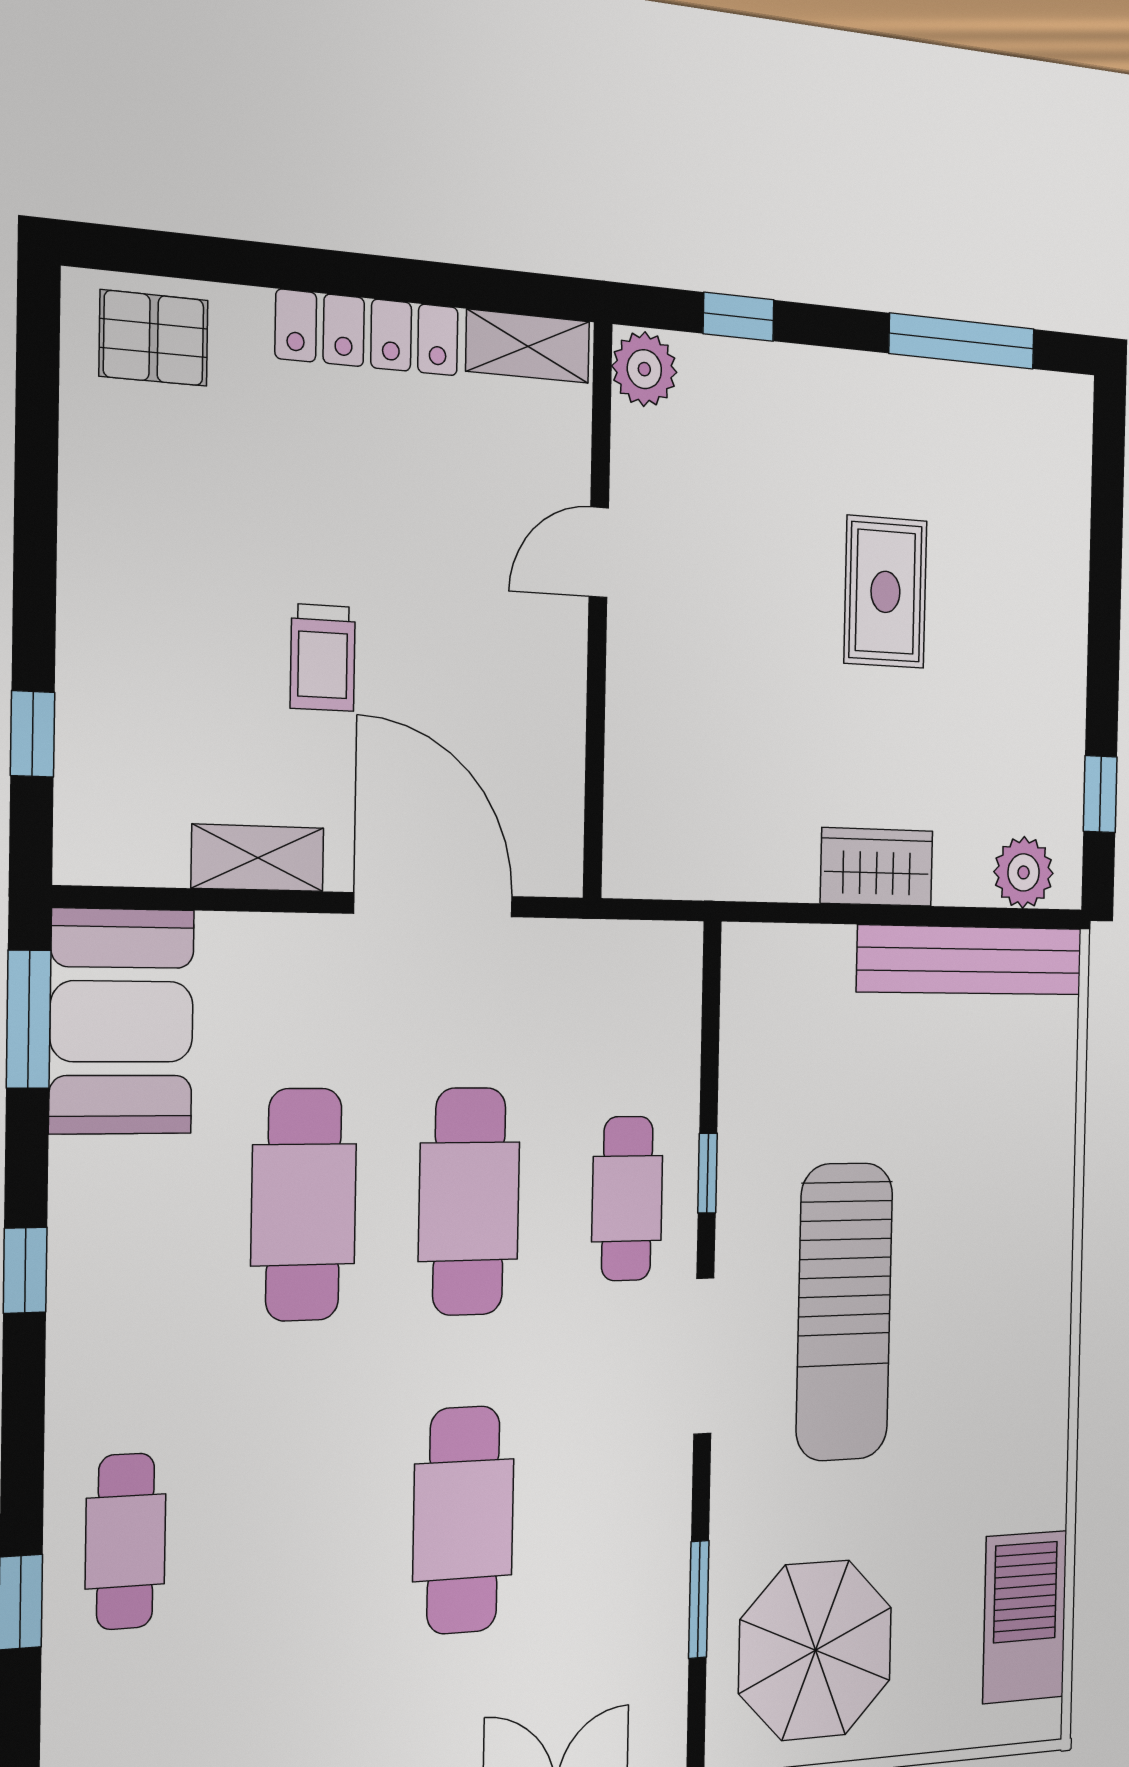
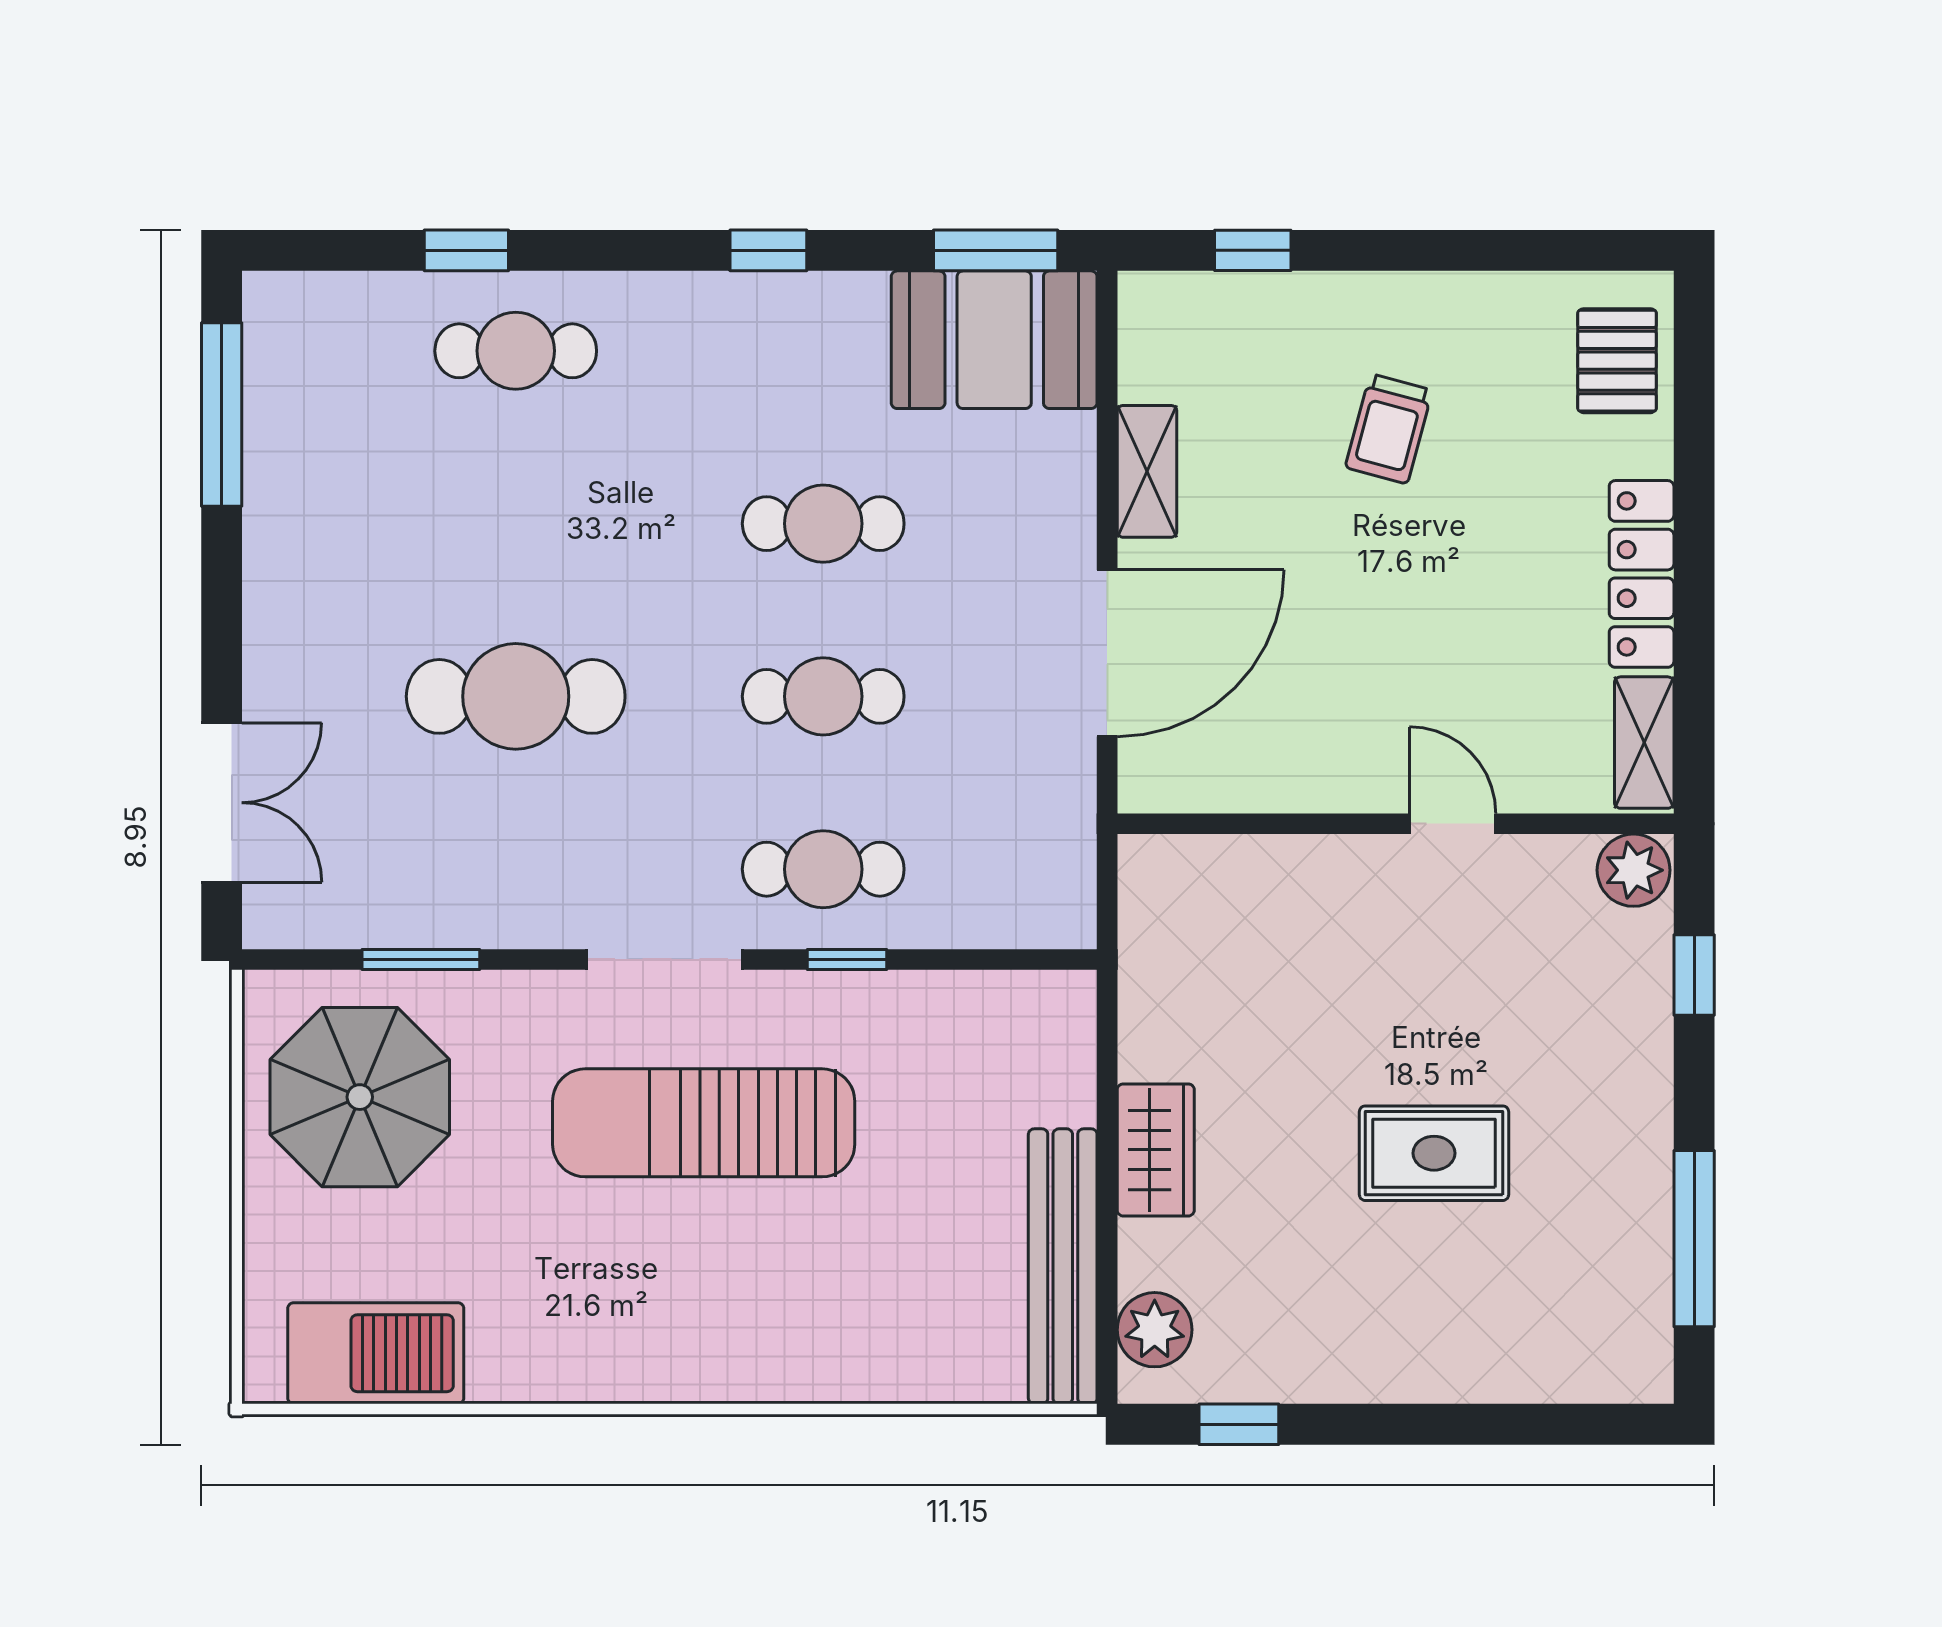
trolley: (323, 658) -> (1389, 429), moved, turned -75
cafe table: (469, 1201) -> (823, 696), width x0.73, depth x0.74
cafe table: (304, 1205) -> (823, 524), width x0.73, depth x0.74

